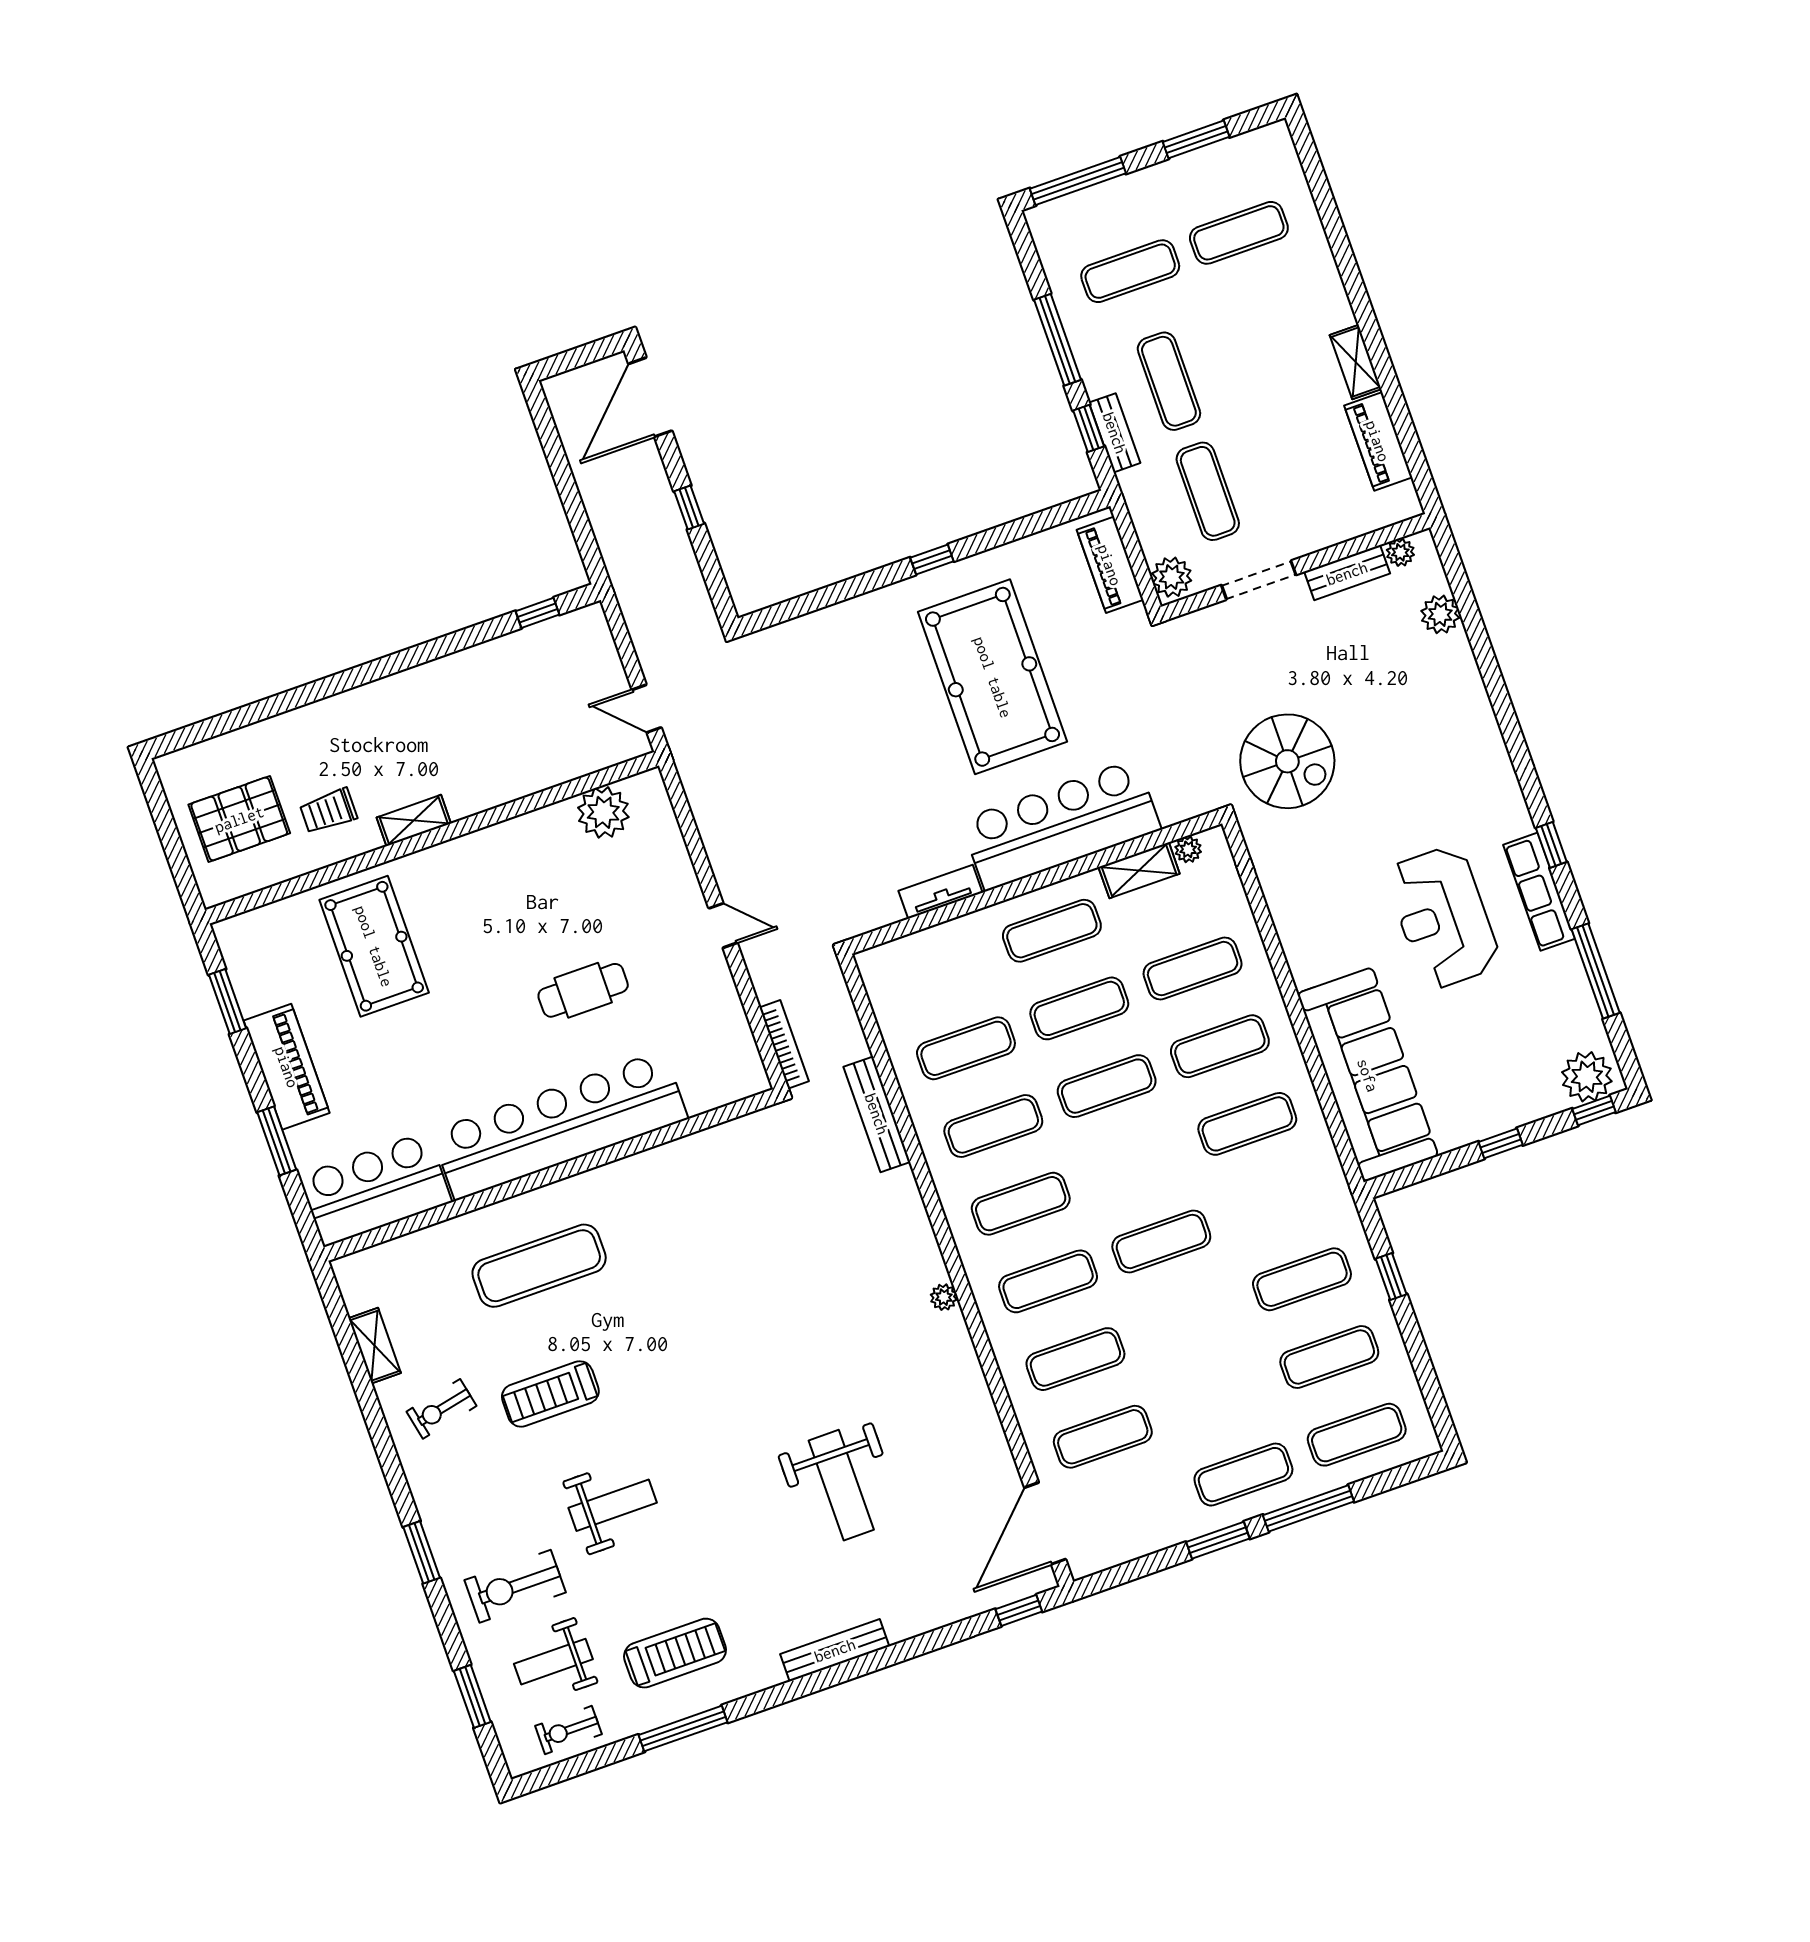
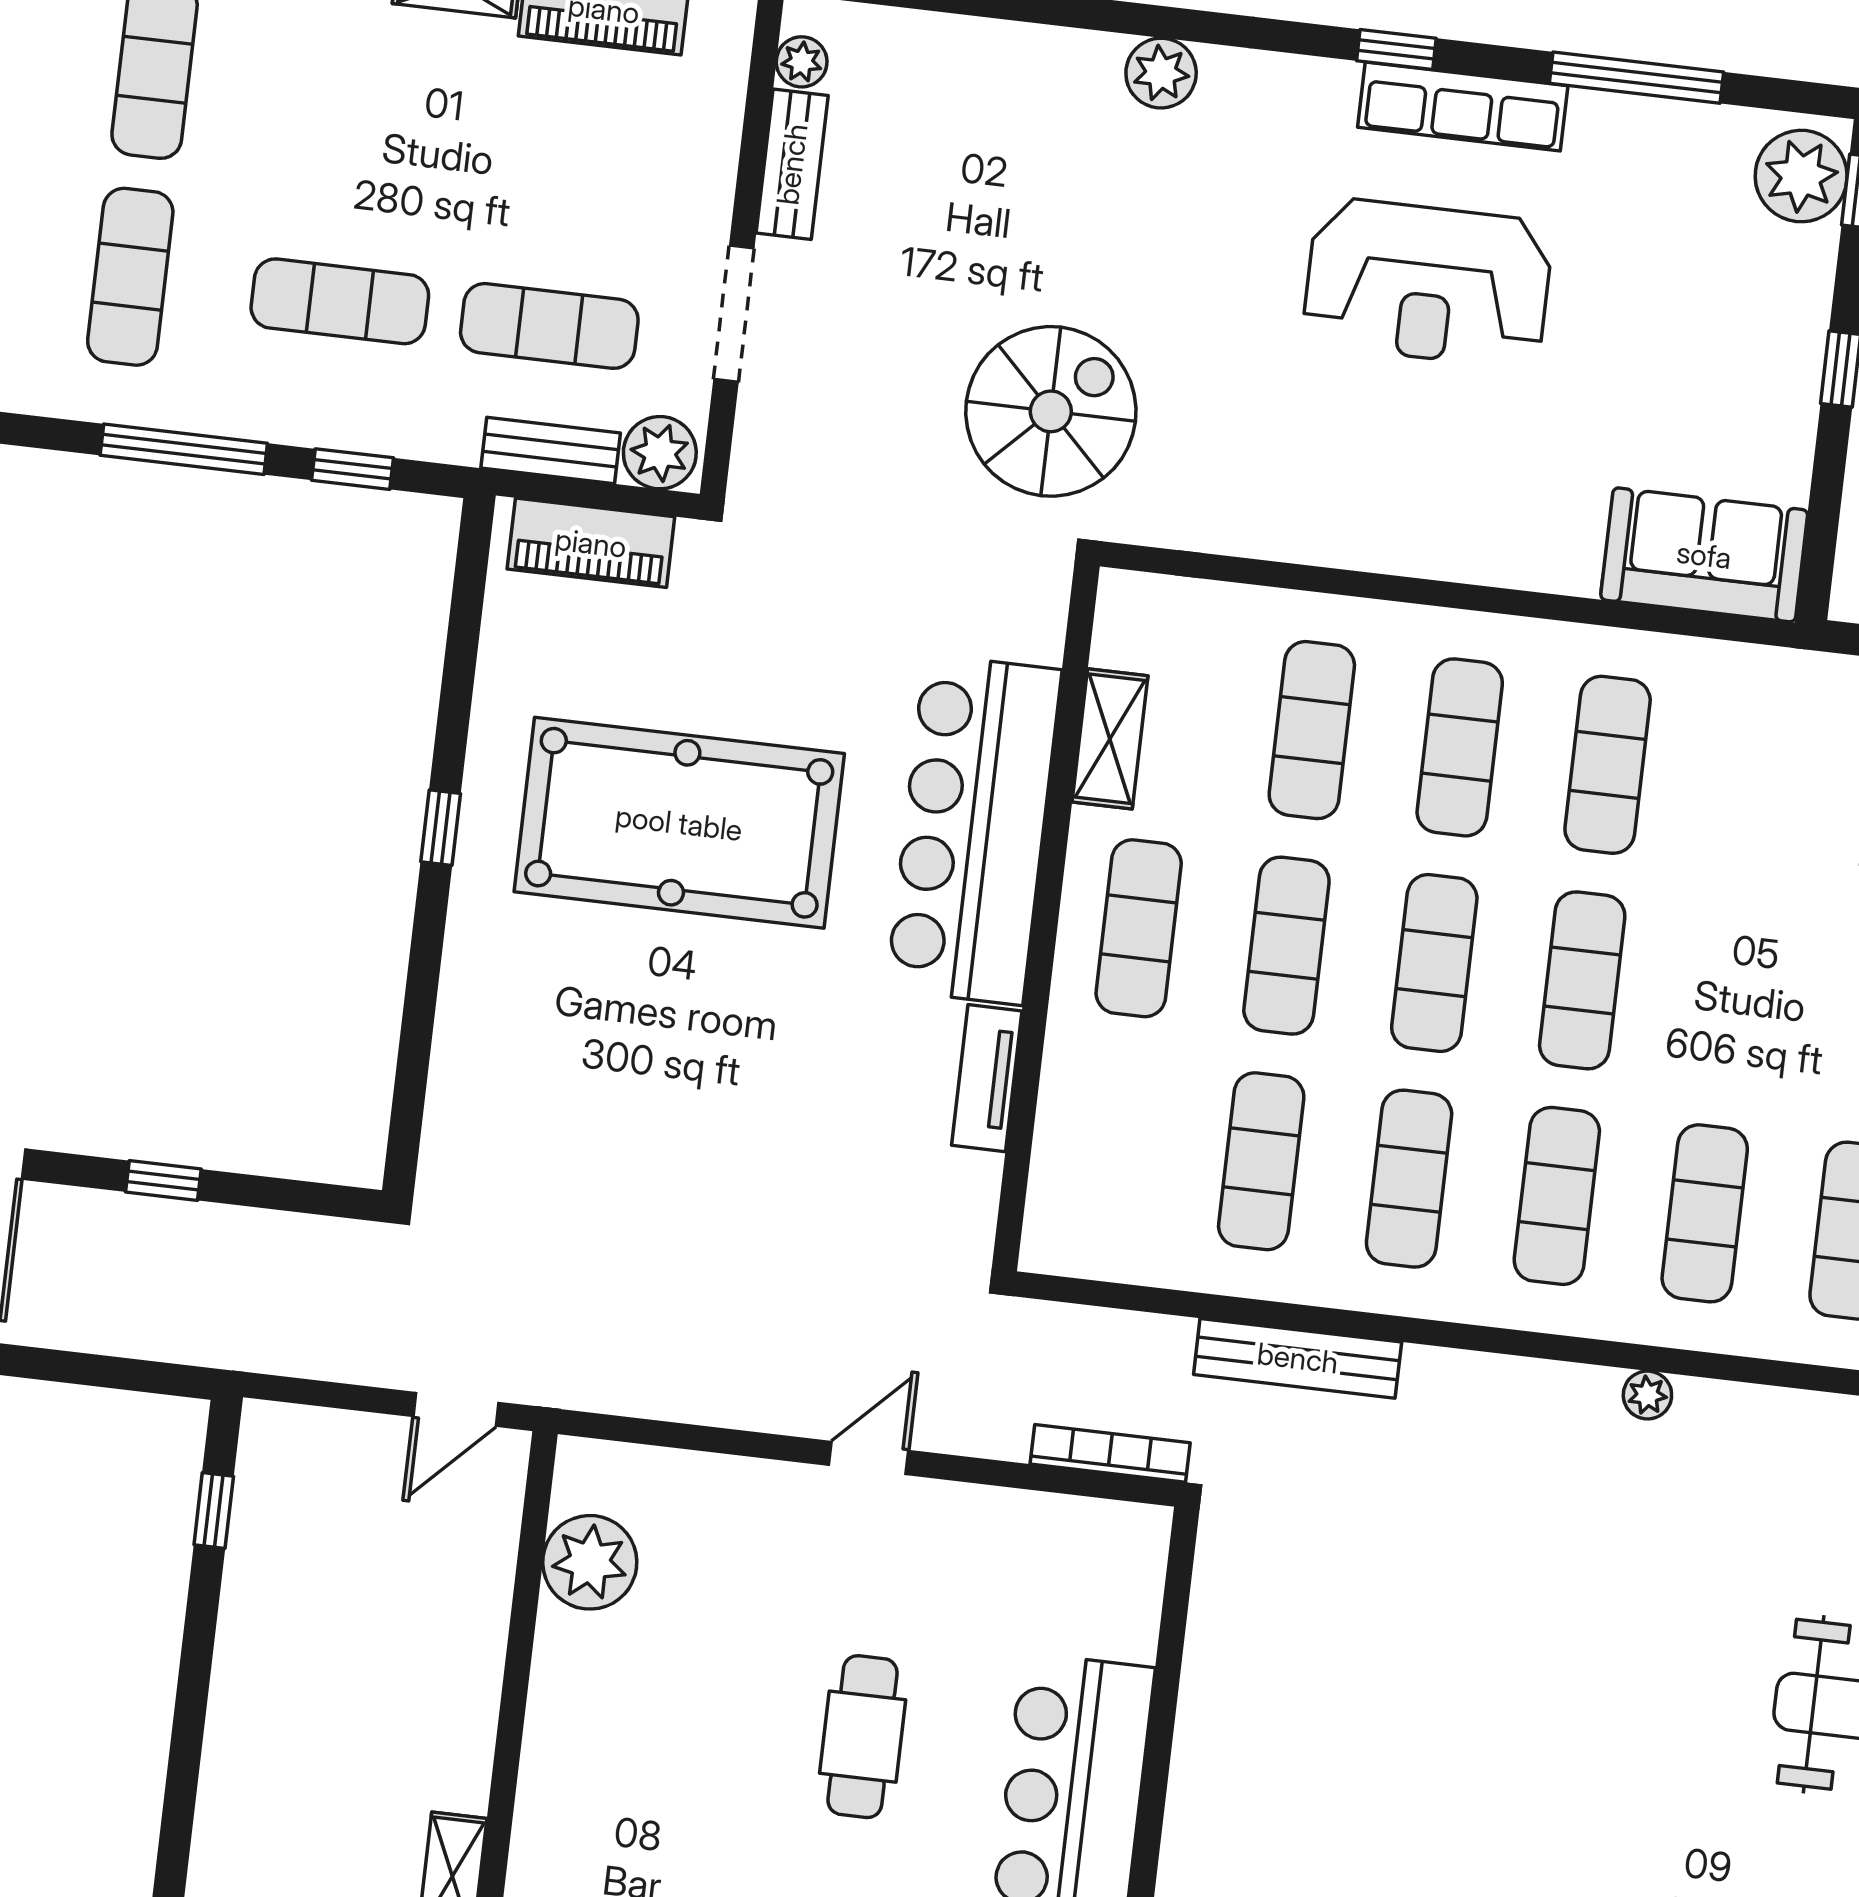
bench: (1115, 433) -> (551, 451), moved
plant: (1440, 614) -> (1161, 73), moved
plant: (1188, 849) -> (1115, 643), removed
sofa: (1368, 1075) -> (1704, 555), width x0.54, depth x0.79
exercise mat: (1161, 1241) -> (1582, 980), moved

